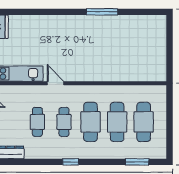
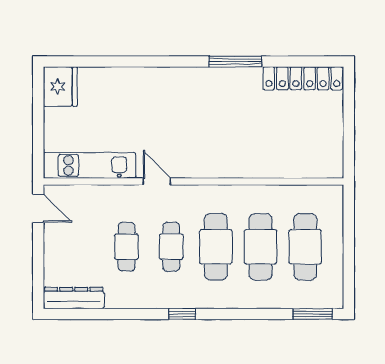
locker: (142, 22) -> (303, 78), added
window: (137, 162) -> (313, 314), moved

